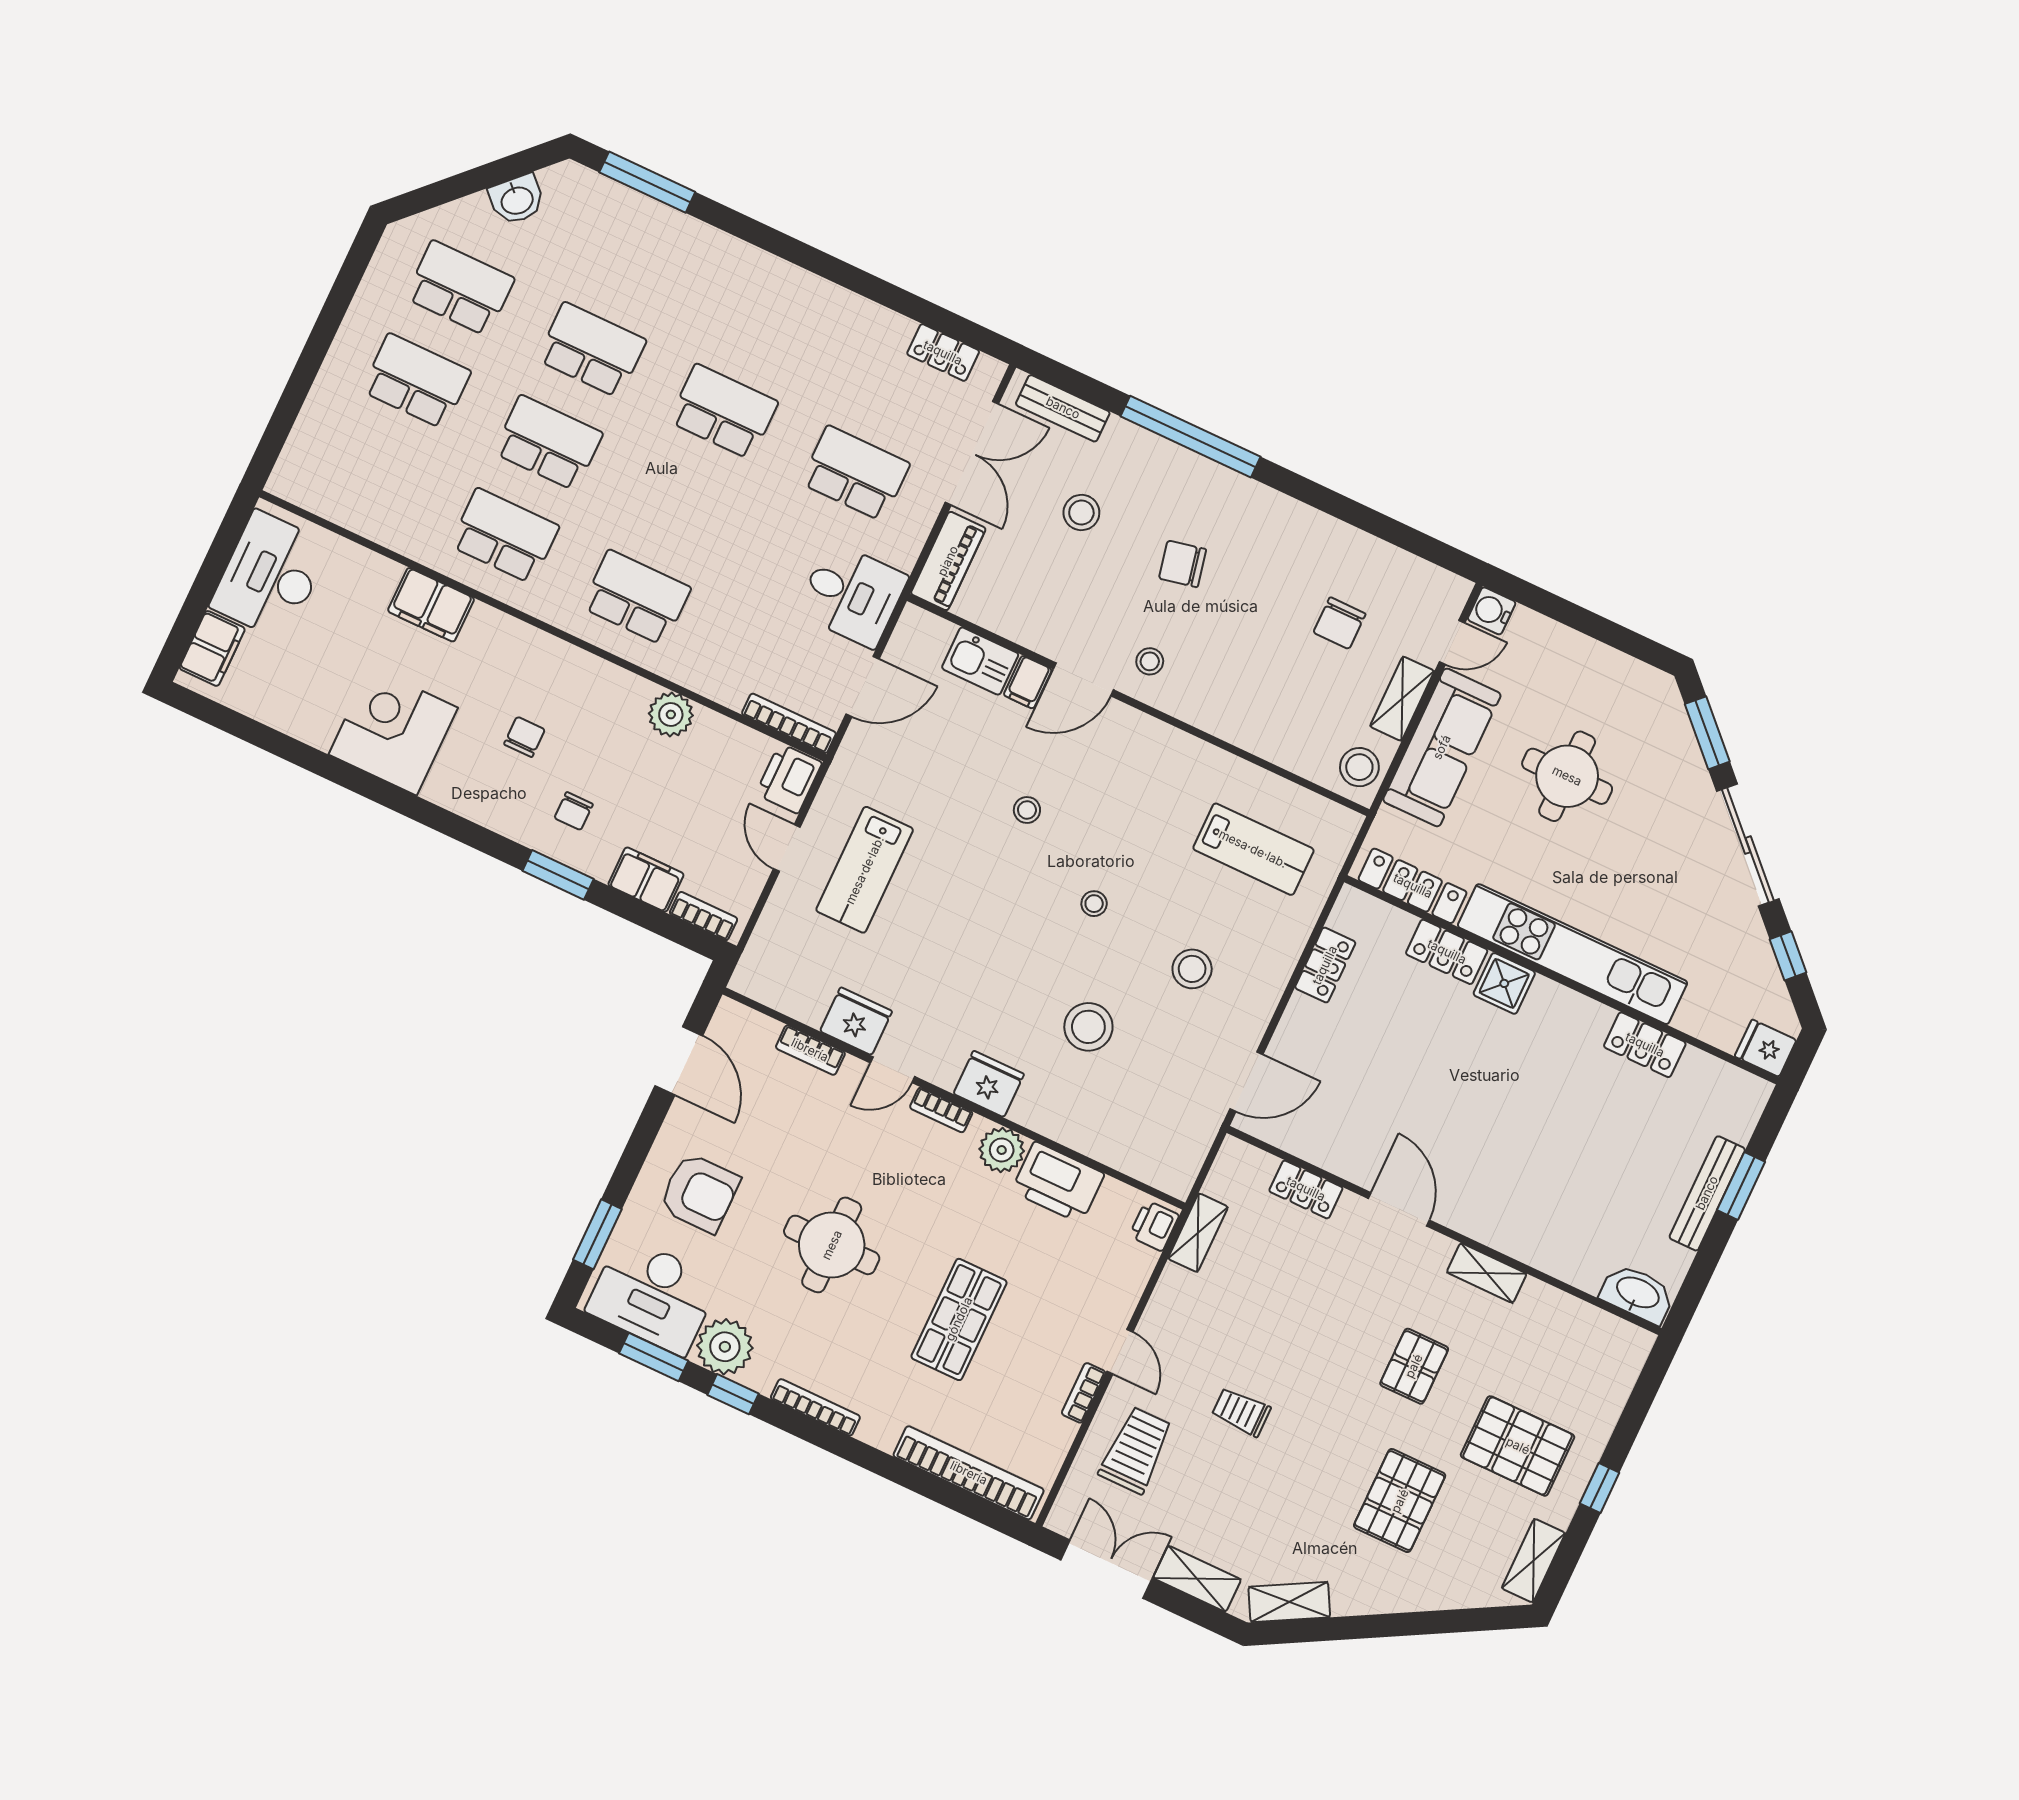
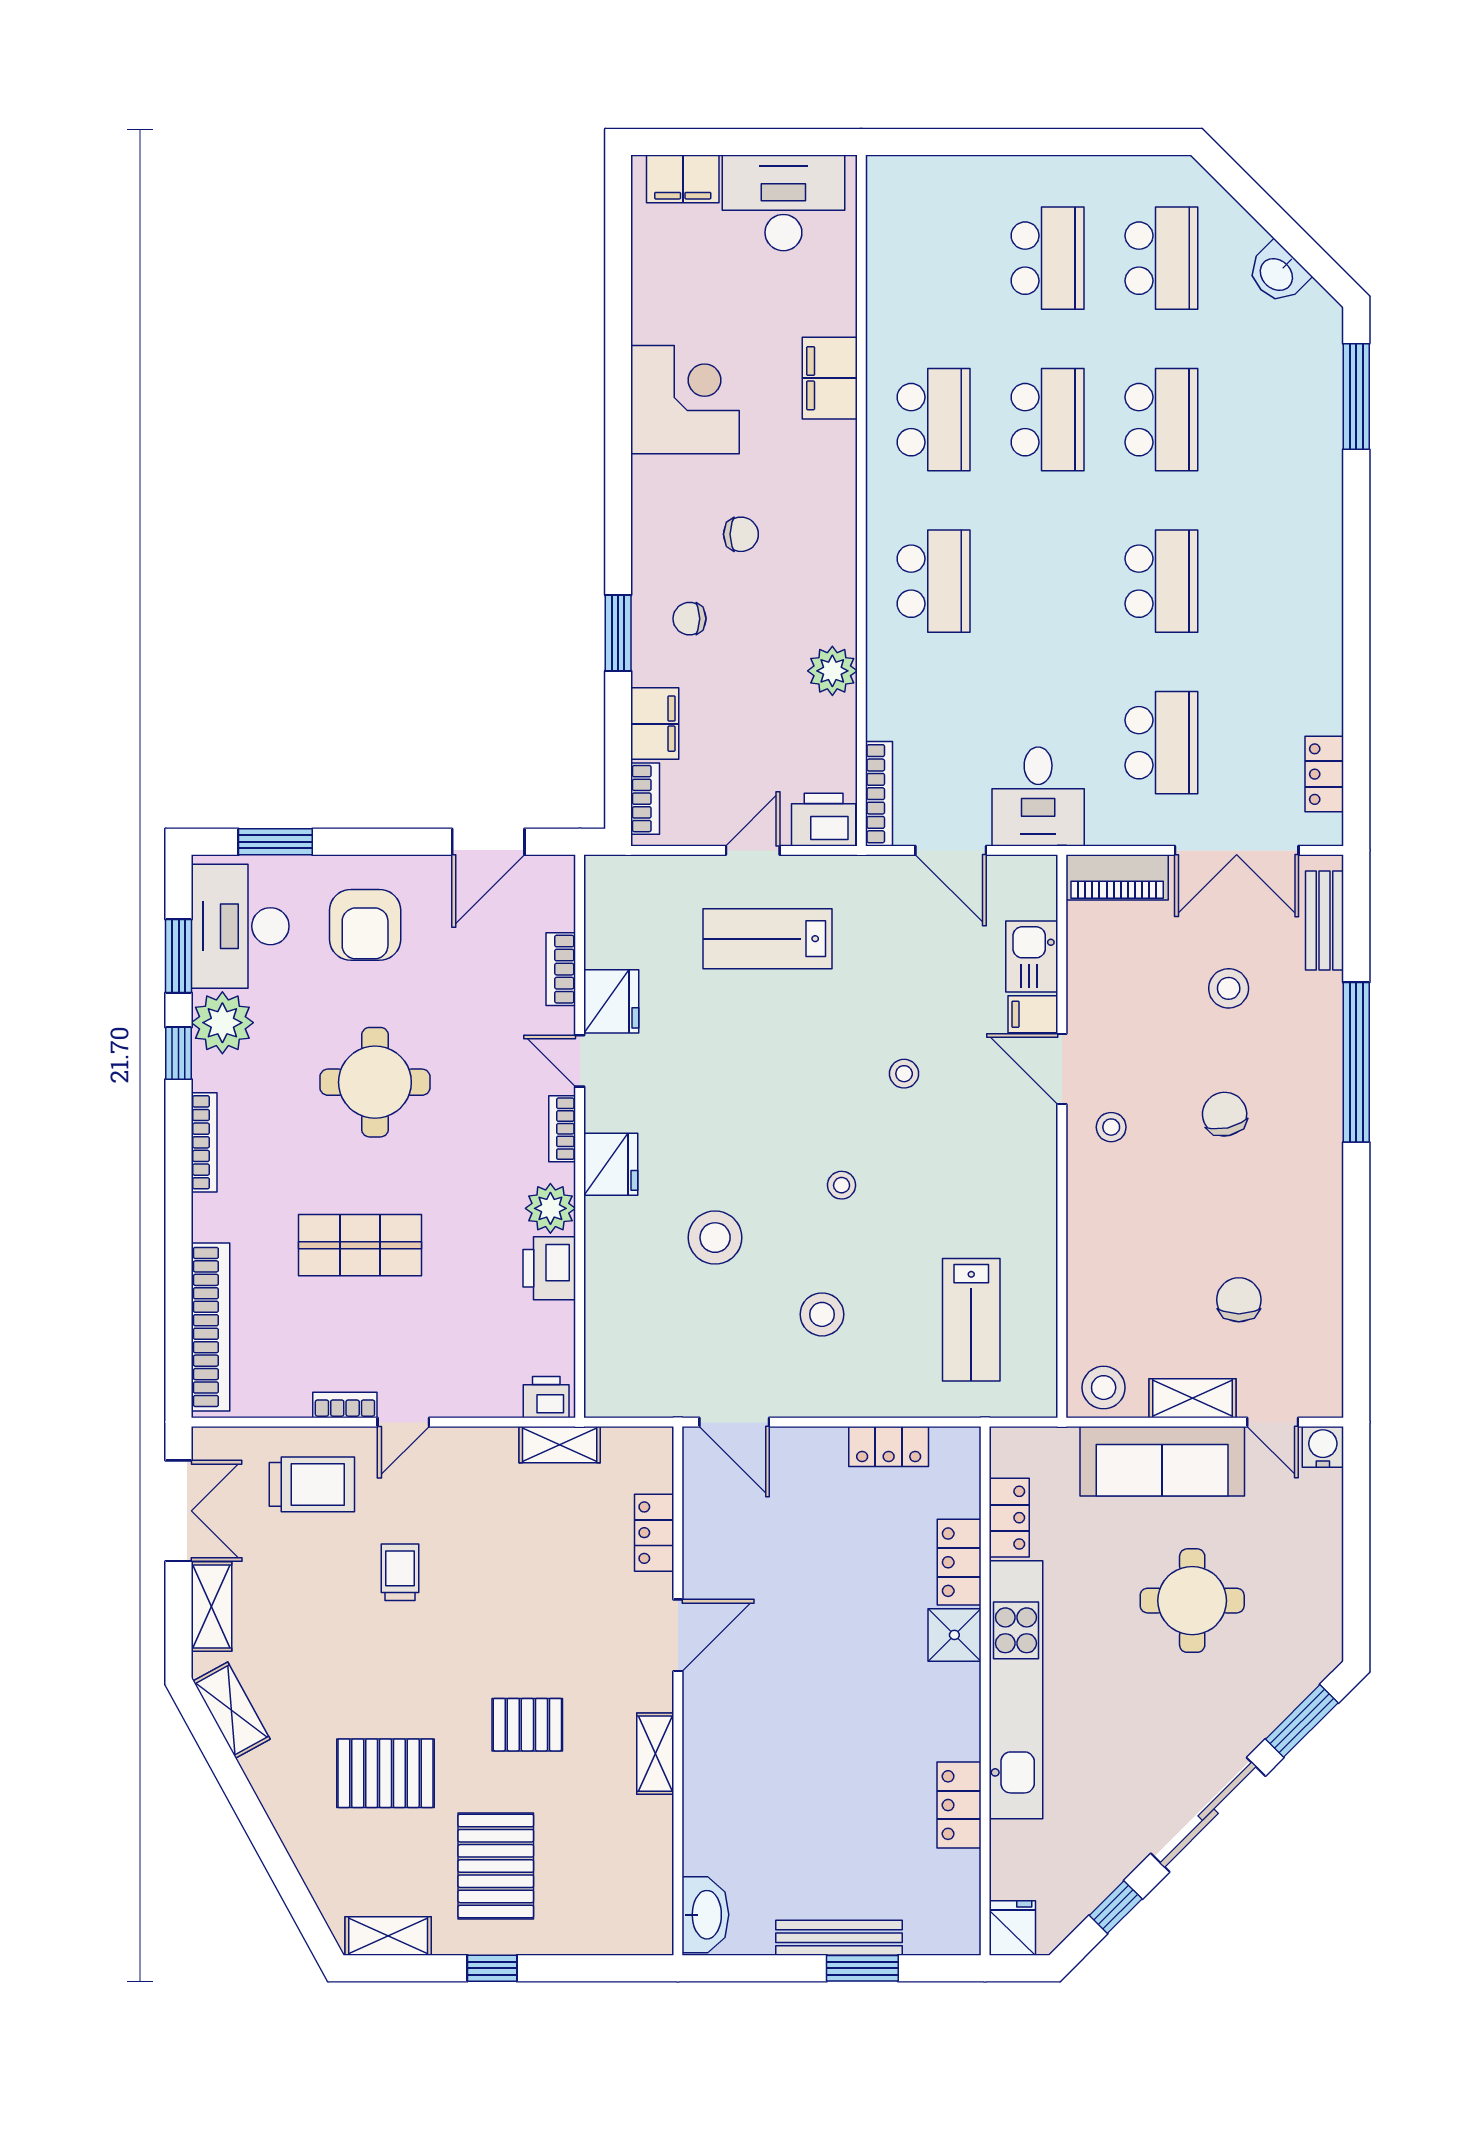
chair: (1339, 623) -> (1239, 1300), turned 90
locker: (1413, 886) -> (1009, 1518), width x0.66
printer: (1058, 1182) -> (549, 1268), width x0.73, depth x0.84

